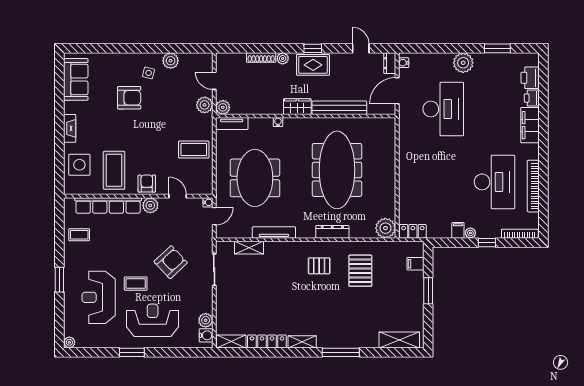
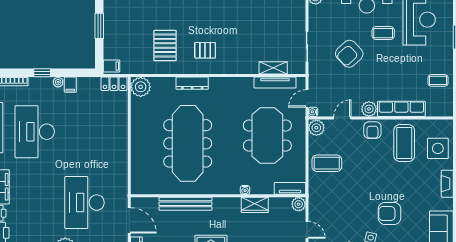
door: (397, 91) -> (129, 220), hinge flipped
plant: (205, 105) -> (316, 128), moved
wardrobe: (297, 107) -> (255, 205), moved
door: (178, 196) -> (342, 118), swing flipped
row of seats: (108, 205) -> (401, 109), width x0.73
tv unit: (274, 233) -> (275, 83), moved
filing cabinet: (415, 264) -> (112, 66), moved

